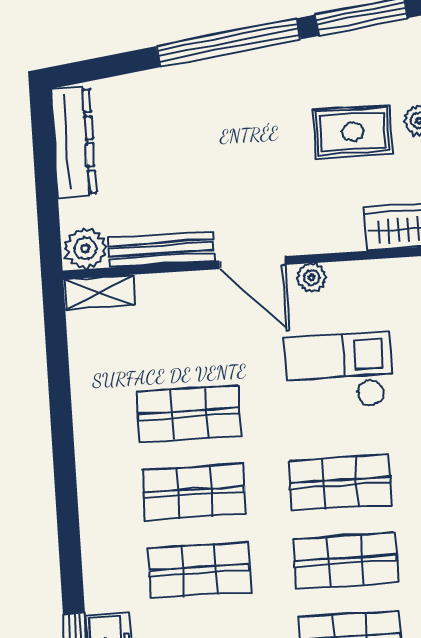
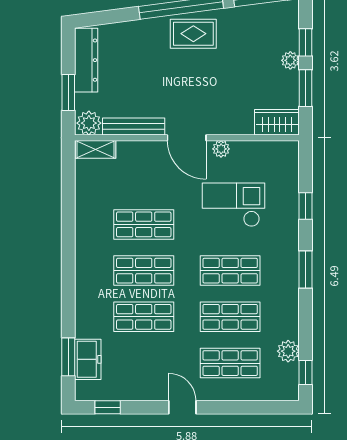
rug: (353, 132) -> (193, 34), moved
window: (47, 199) -> (68, 92), added

